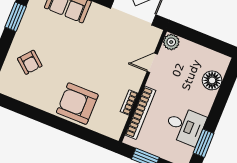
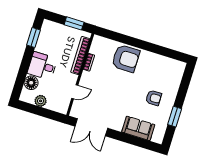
plant: (171, 42) -> (41, 101), moved
armchair: (30, 62) -> (154, 98), moved, turned 139
desk: (185, 126) -> (42, 66), moved

